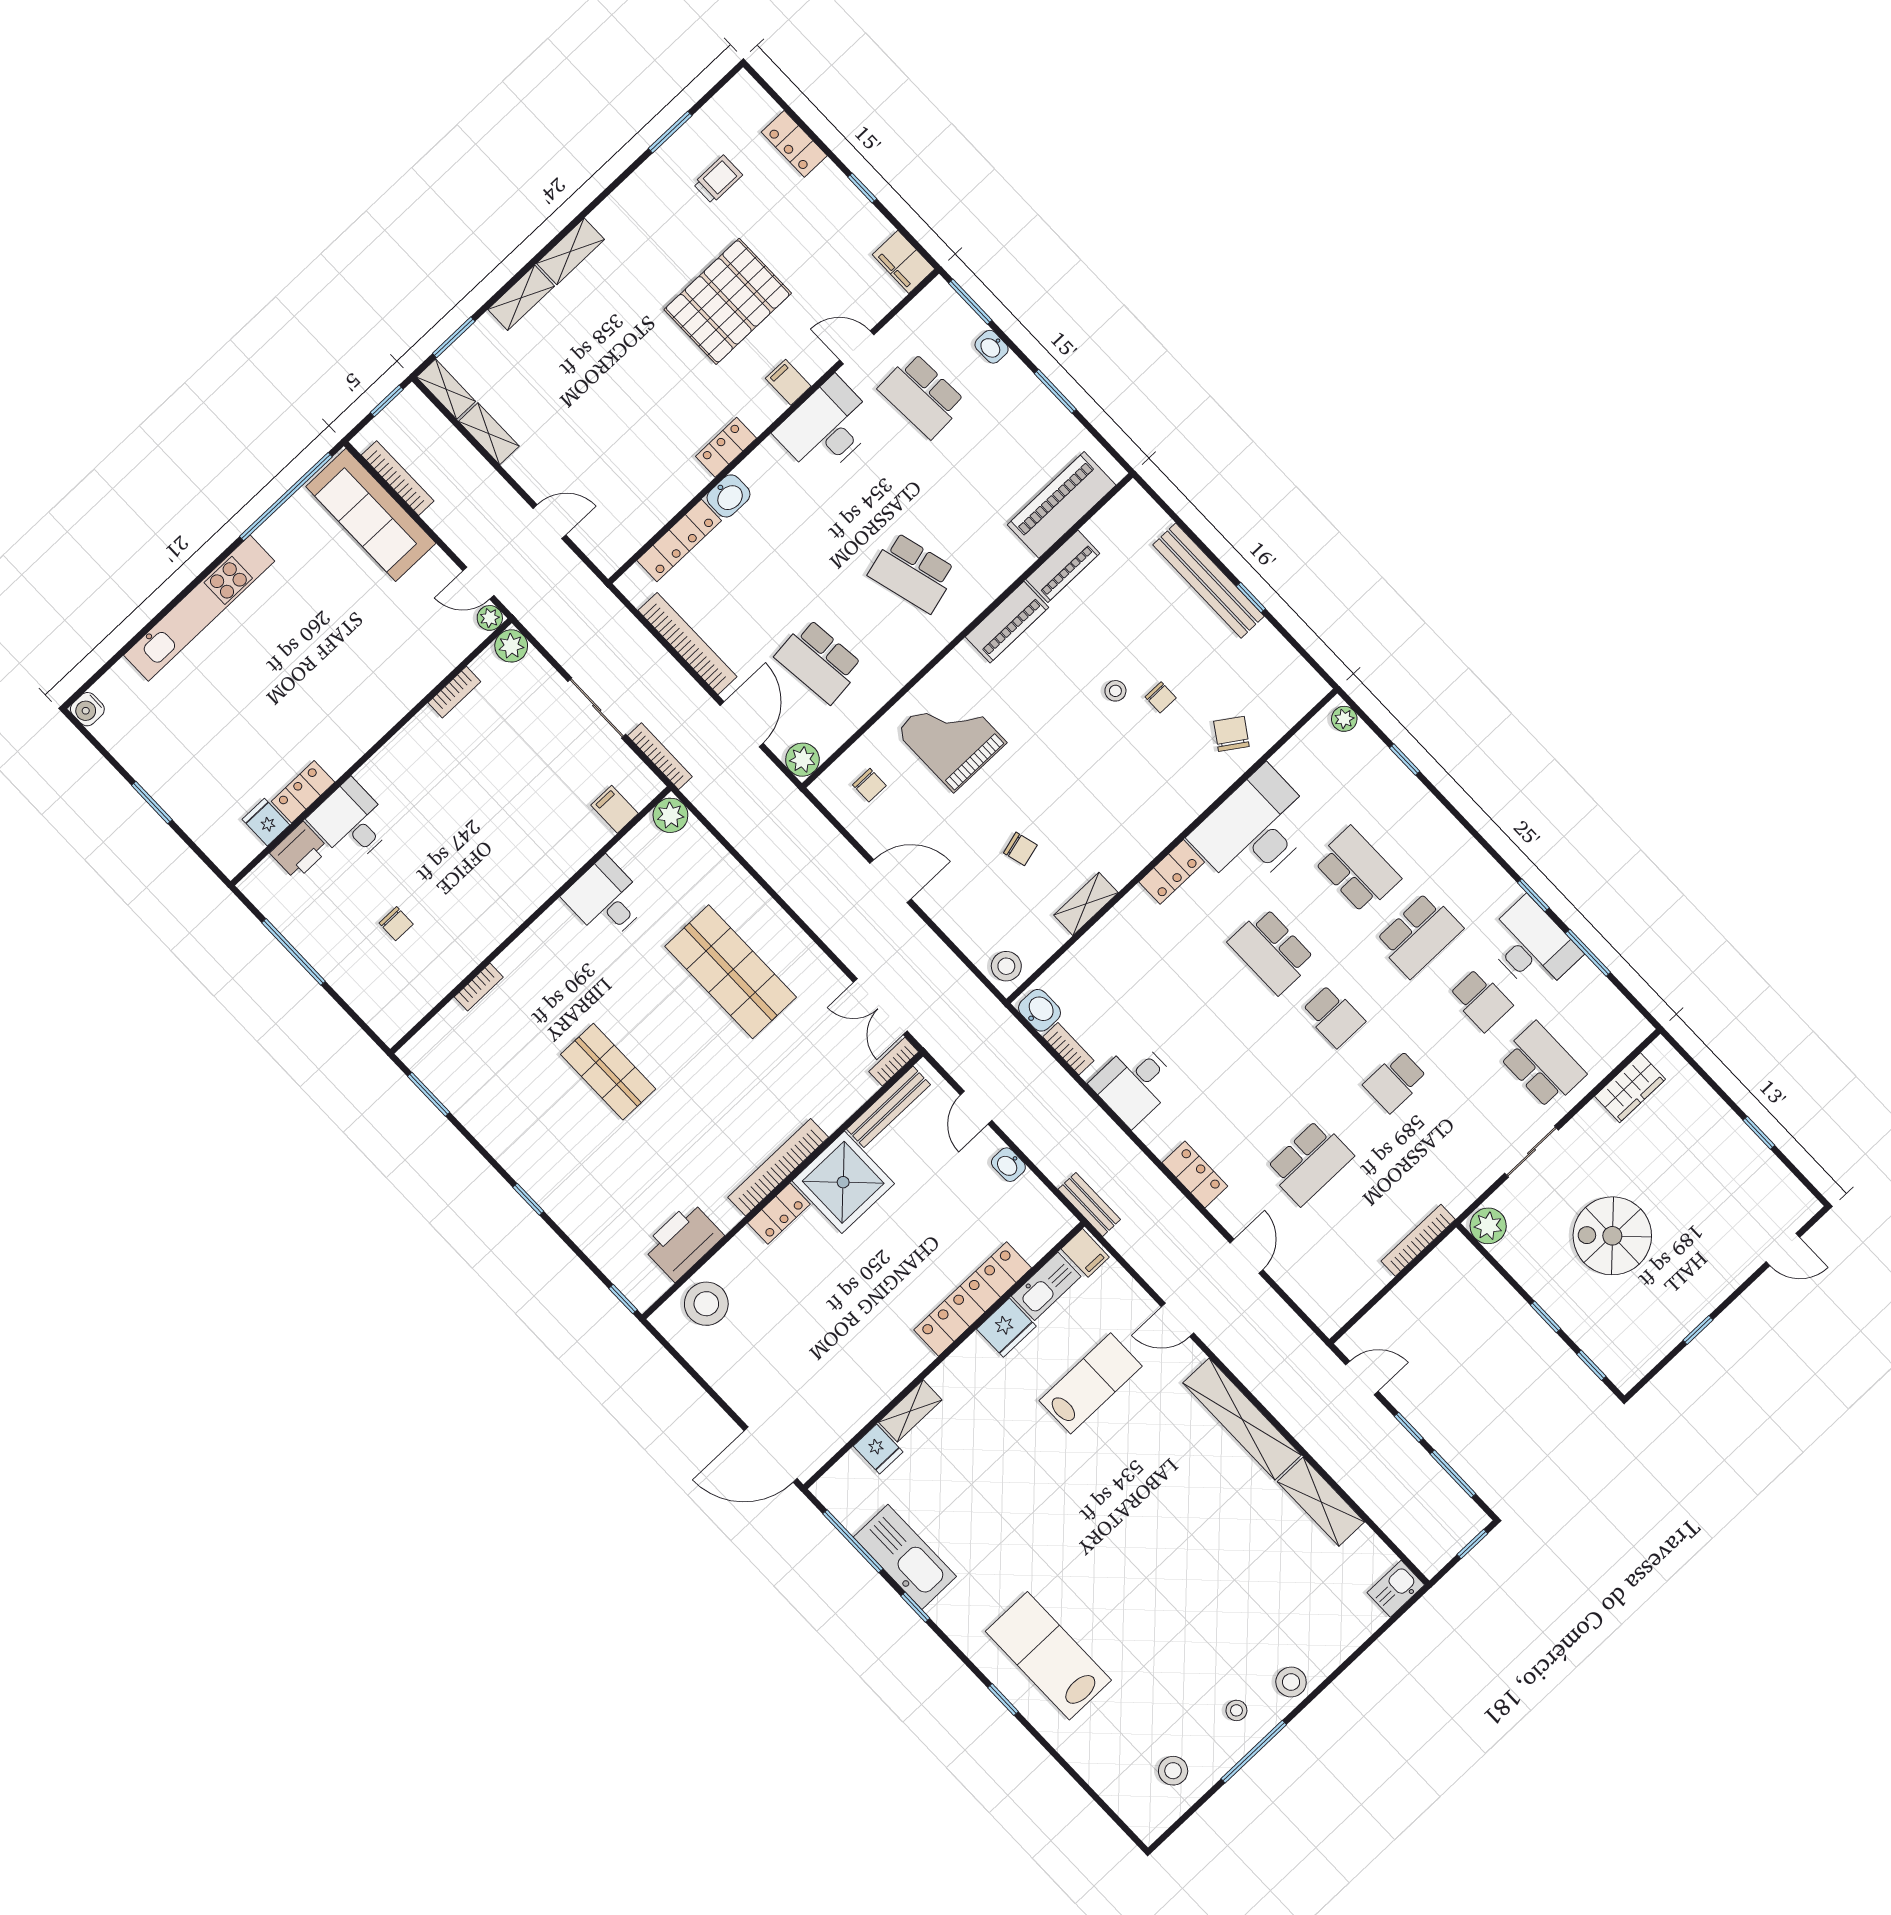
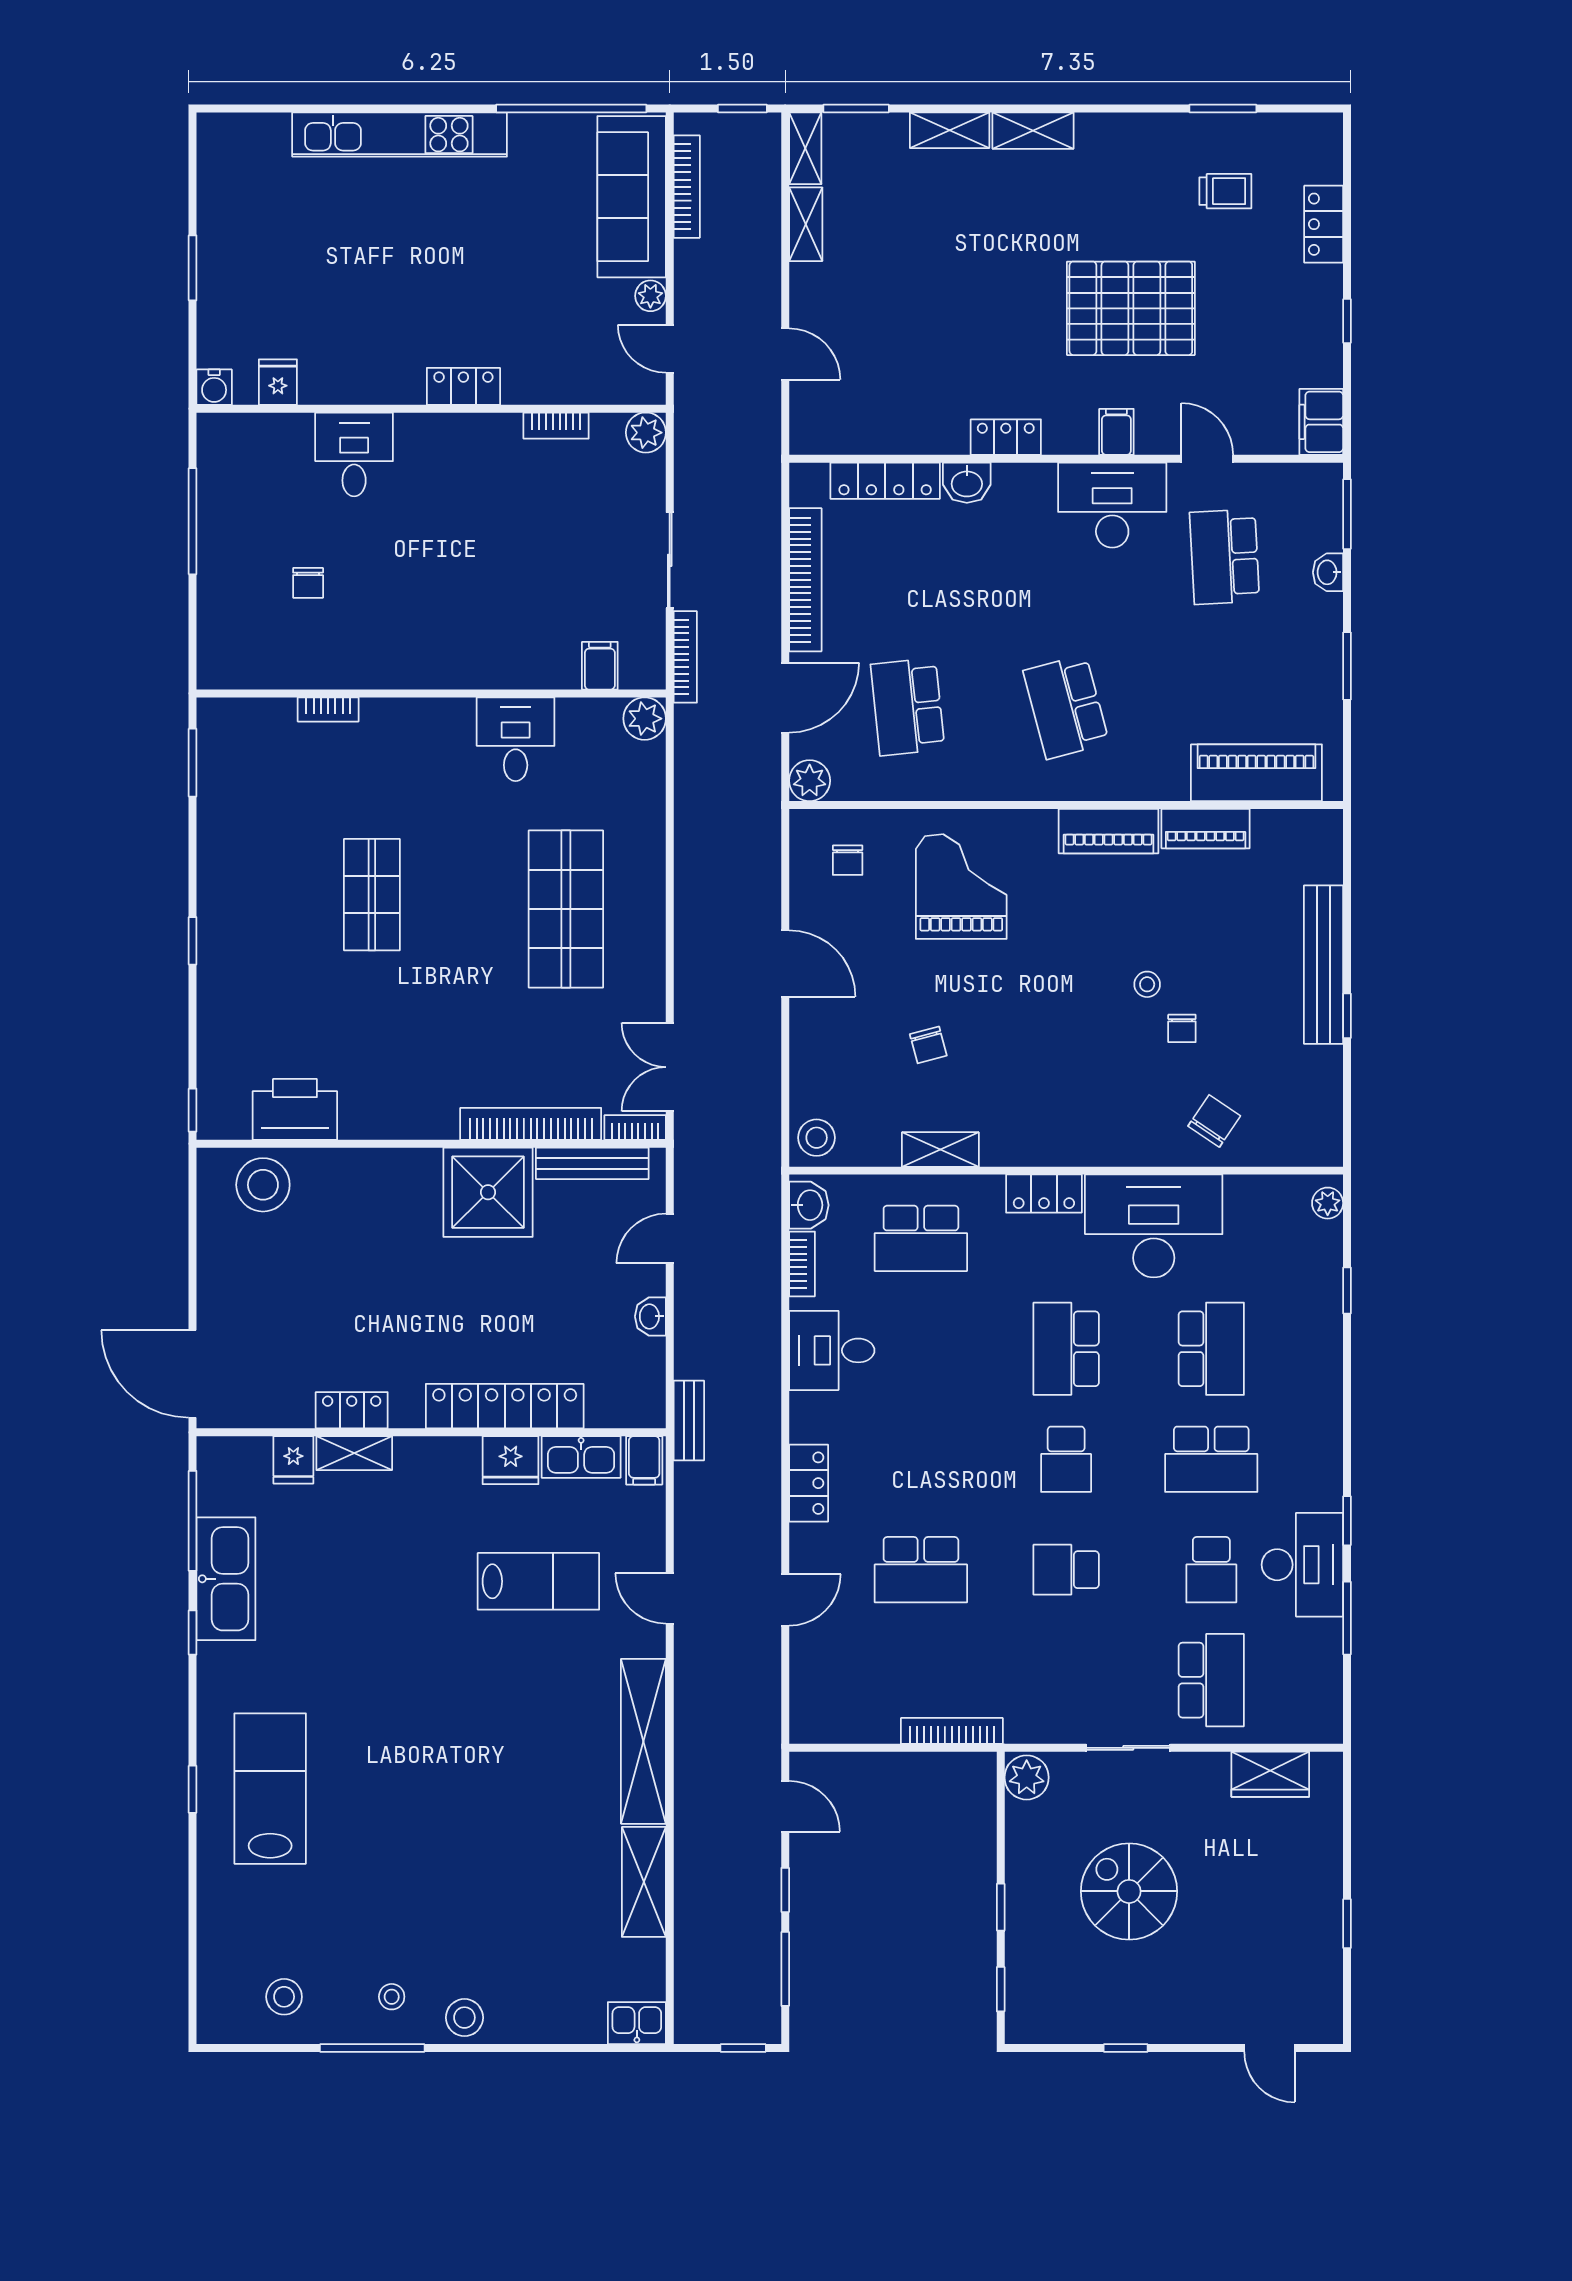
plant: (490, 618) -> (650, 296), moved
water cooler: (87, 709) -> (214, 387), moved, turned -90
locker: (303, 792) -> (463, 386), moved
printer: (300, 851) -> (283, 436), removed
school desk: (1124, 967) -> (921, 1238), added
bookcase: (778, 1167) -> (531, 1124), moved
locker: (779, 1213) -> (352, 1410), moved, turned 180

